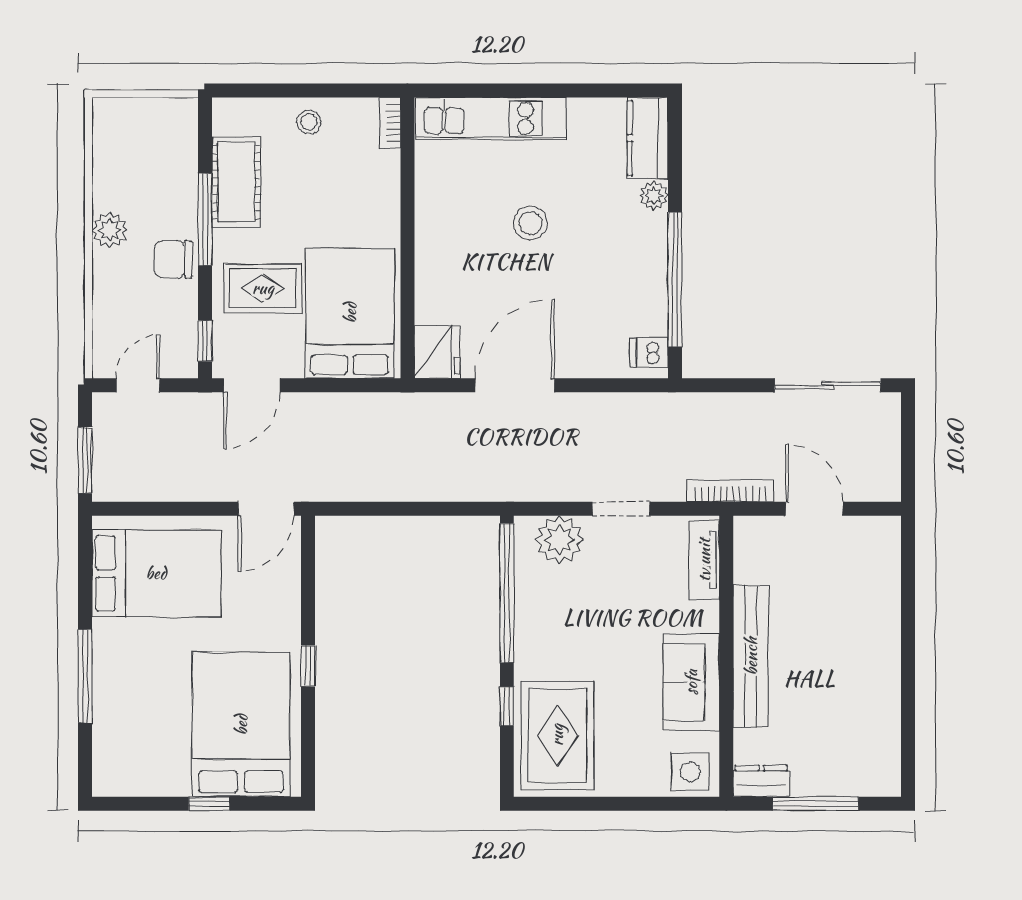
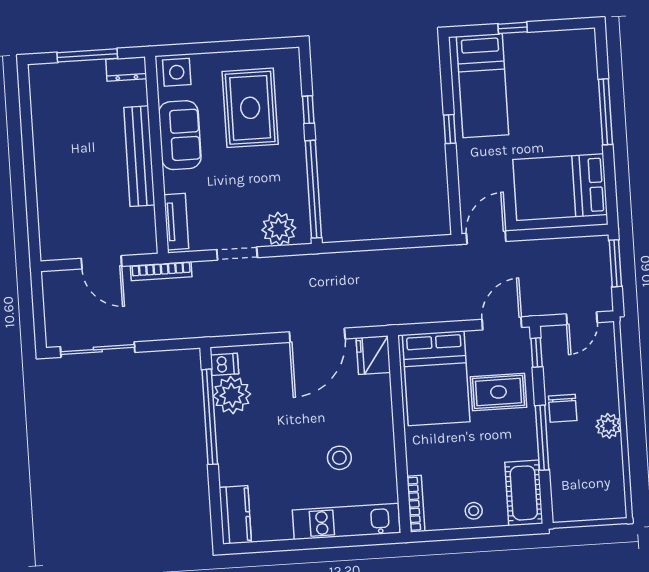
bookcase: (390, 123) -> (416, 504), width x1.56
cot: (236, 182) -> (524, 493), moved
plant: (654, 196) -> (232, 395), moved, width x1.87, depth x1.87
stool: (530, 223) -> (339, 458), moved
chair: (173, 259) -> (563, 408), turned 90
bed: (241, 725) -> (483, 86), width x0.67
rug: (557, 735) -> (250, 108), moved

